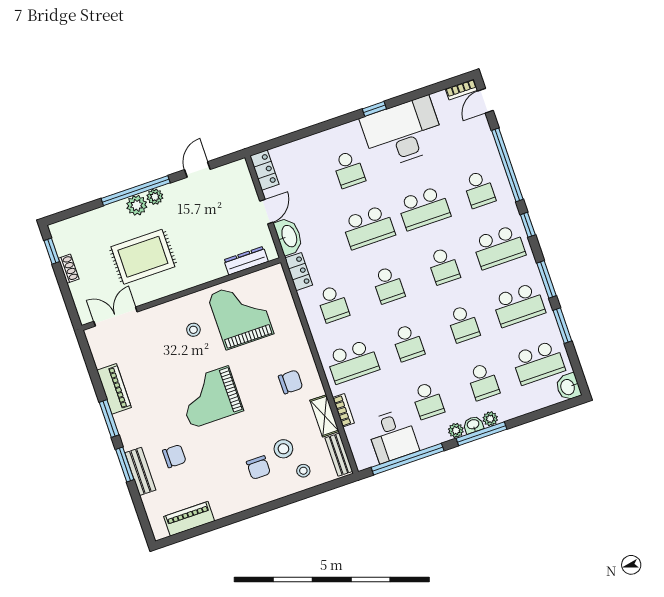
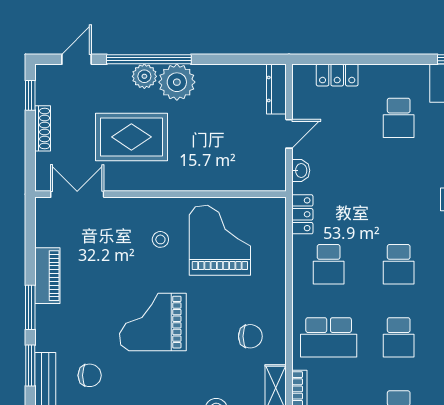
door: (197, 169) -> (77, 59), moved
locker: (264, 170) -> (337, 75), moved, turned 90
plant: (155, 197) -> (177, 82), width x1.88, depth x1.88
school desk: (368, 227) -> (399, 191), removed
washbasin: (289, 236) -> (301, 170), width x0.52, depth x0.69
dresser: (246, 261) -> (276, 89), moved, turned -90
shoe rack: (69, 269) -> (43, 128), width x1.43

